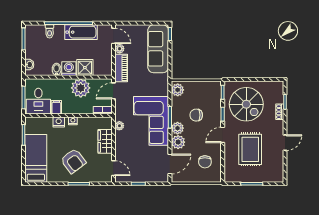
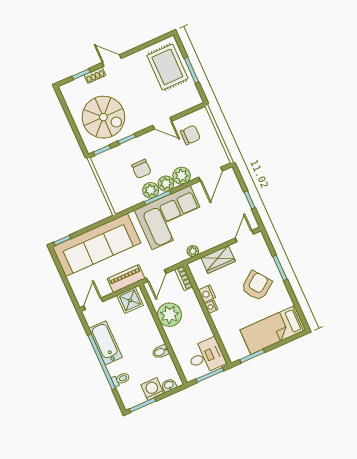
plant: (120, 49) -> (105, 290), removed
sofa: (158, 49) -> (96, 245), width x1.36, depth x1.27
shower: (85, 68) -> (130, 300), moved
washing machine: (69, 69) -> (152, 389), moved, turned 90
plant: (178, 90) -> (151, 190), moved
door: (113, 91) -> (156, 276), hinge flipped
spiral stairs: (246, 104) -> (103, 117), turned 90
filing cabinet: (56, 107) -> (204, 333), removed
nightstand: (59, 122) -> (207, 294), moved
door: (223, 135) -> (162, 123), moved
door: (285, 143) -> (112, 60), moved
rug: (250, 149) -> (167, 67), moved, turned 90
door: (170, 164) -> (211, 174), swing flipped

